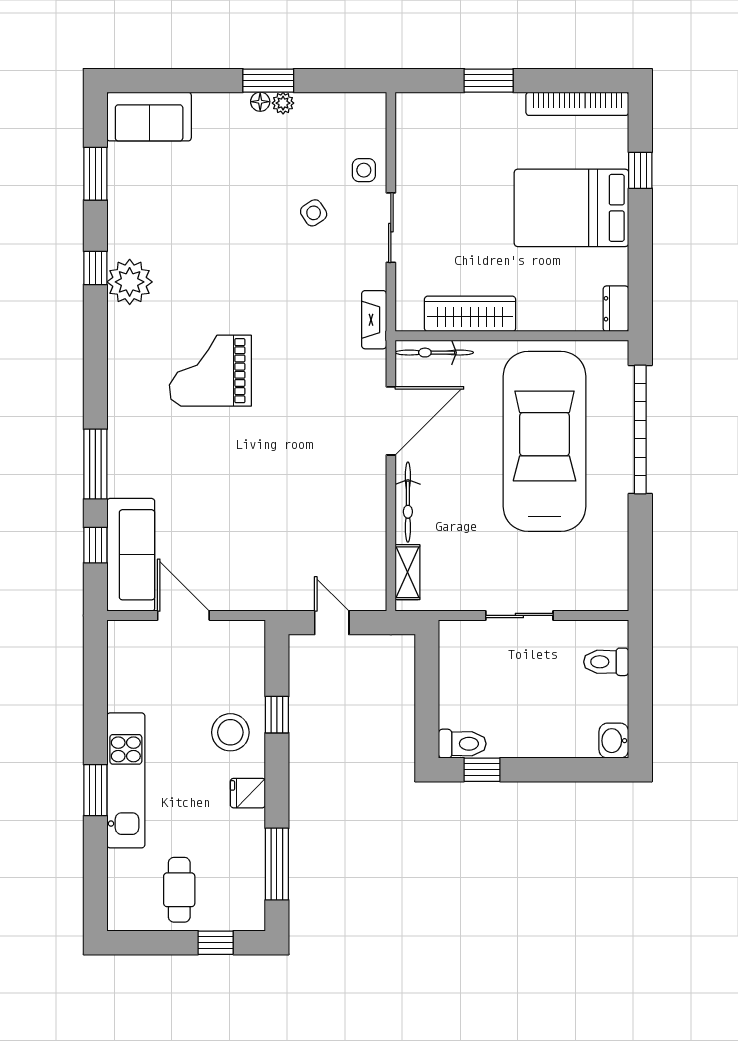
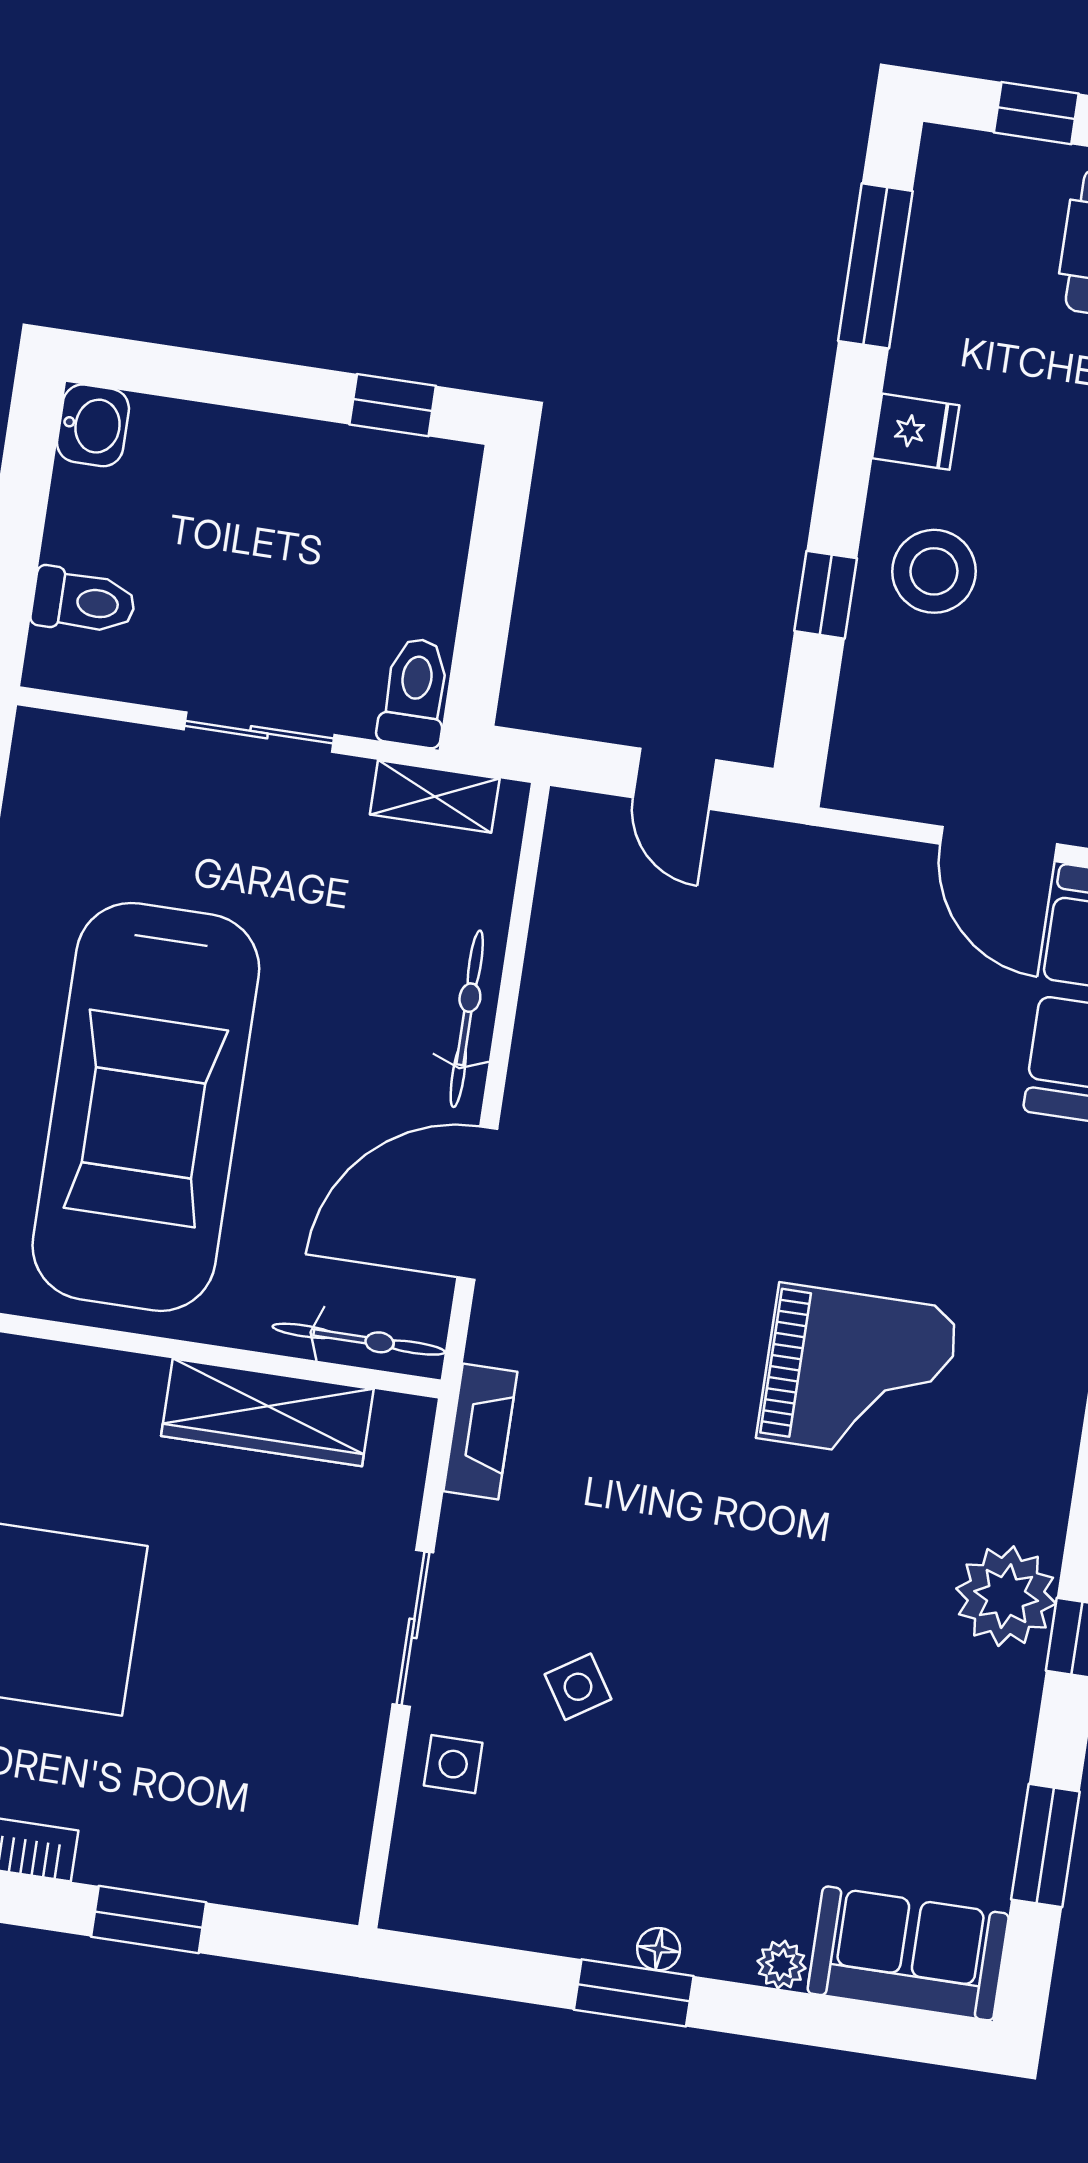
plant: (283, 103) -> (781, 1965), moved
shelving: (408, 572) -> (435, 796), moved, turned 90
toilet: (462, 744) -> (415, 692), moved, turned 90

